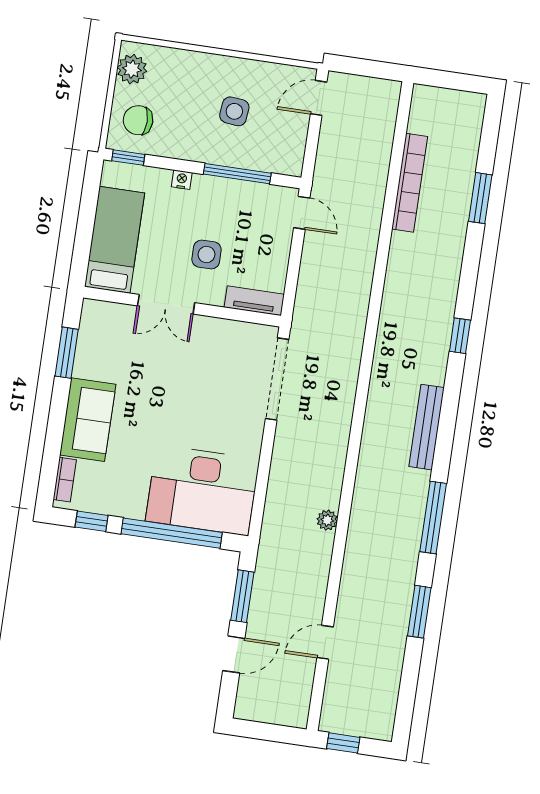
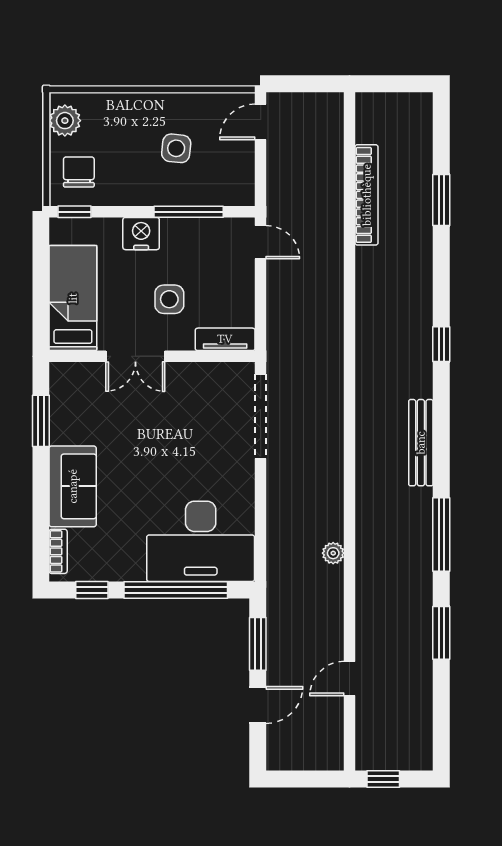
chair: (138, 120) -> (79, 172), turned 90
nightstand: (182, 180) -> (141, 234), width x1.89, depth x1.79

